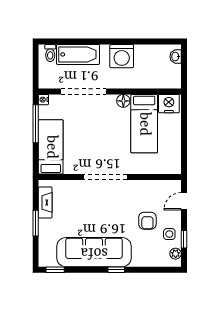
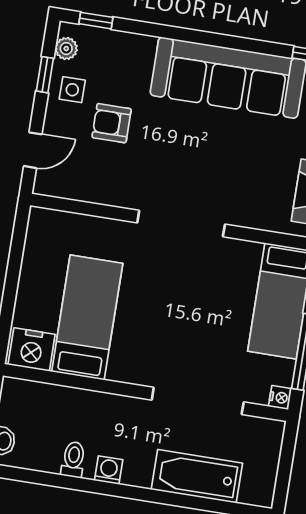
toilet: (50, 53) -> (73, 459), moved
washing machine: (122, 56) -> (109, 470), width x0.53, depth x0.53
floor lamp: (123, 101) -> (121, 370), removed
armchair: (147, 221) -> (112, 123), turned -90
window: (116, 270) -> (96, 21), moved

